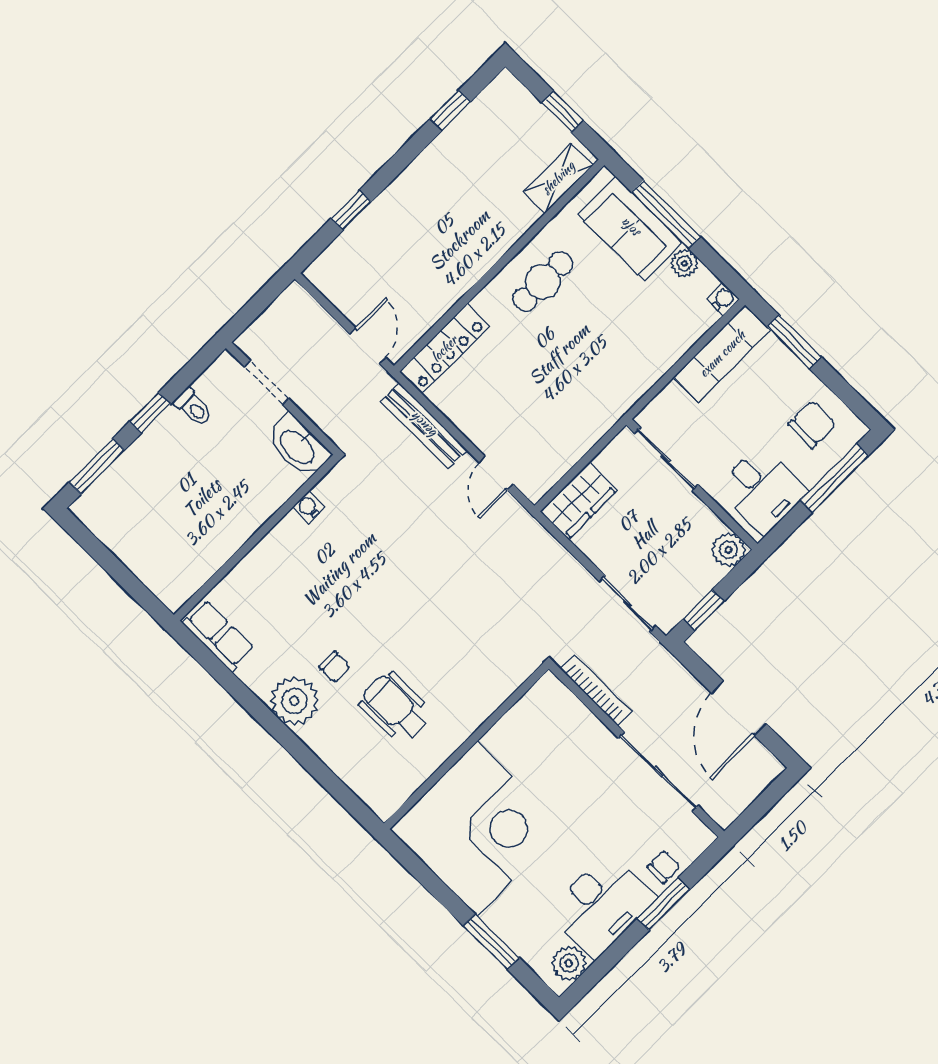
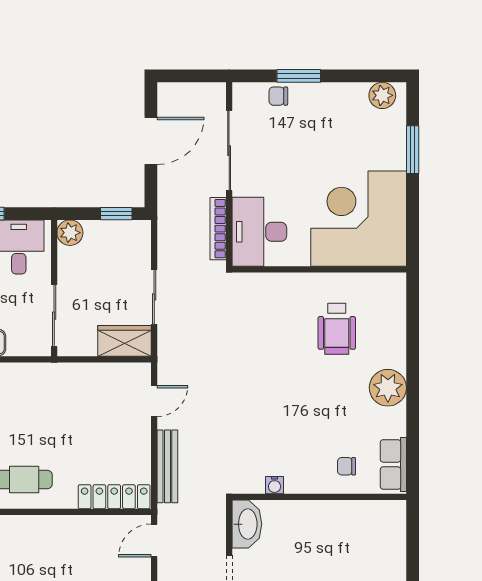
sliding door: (627, 604) -> (154, 297), moved
chair: (335, 667) -> (346, 466), moved, turned -90
desk: (602, 905) -> (259, 232), moved, turned -90

